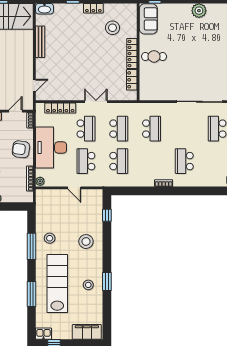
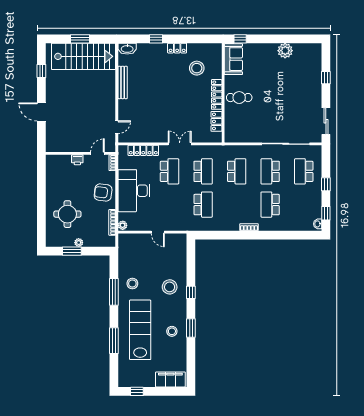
school desk: (86, 161) -> (270, 171), moved
window: (107, 215) -> (191, 292), moved
kitchen sink: (43, 334) -> (126, 381), removed

